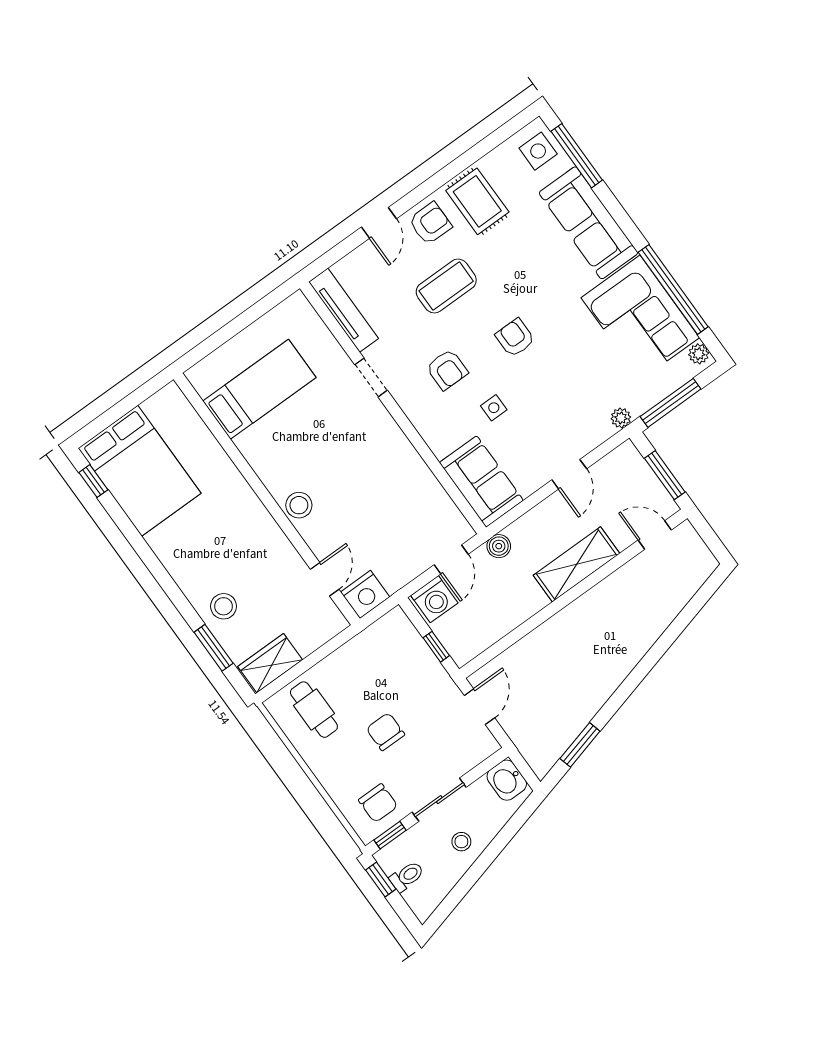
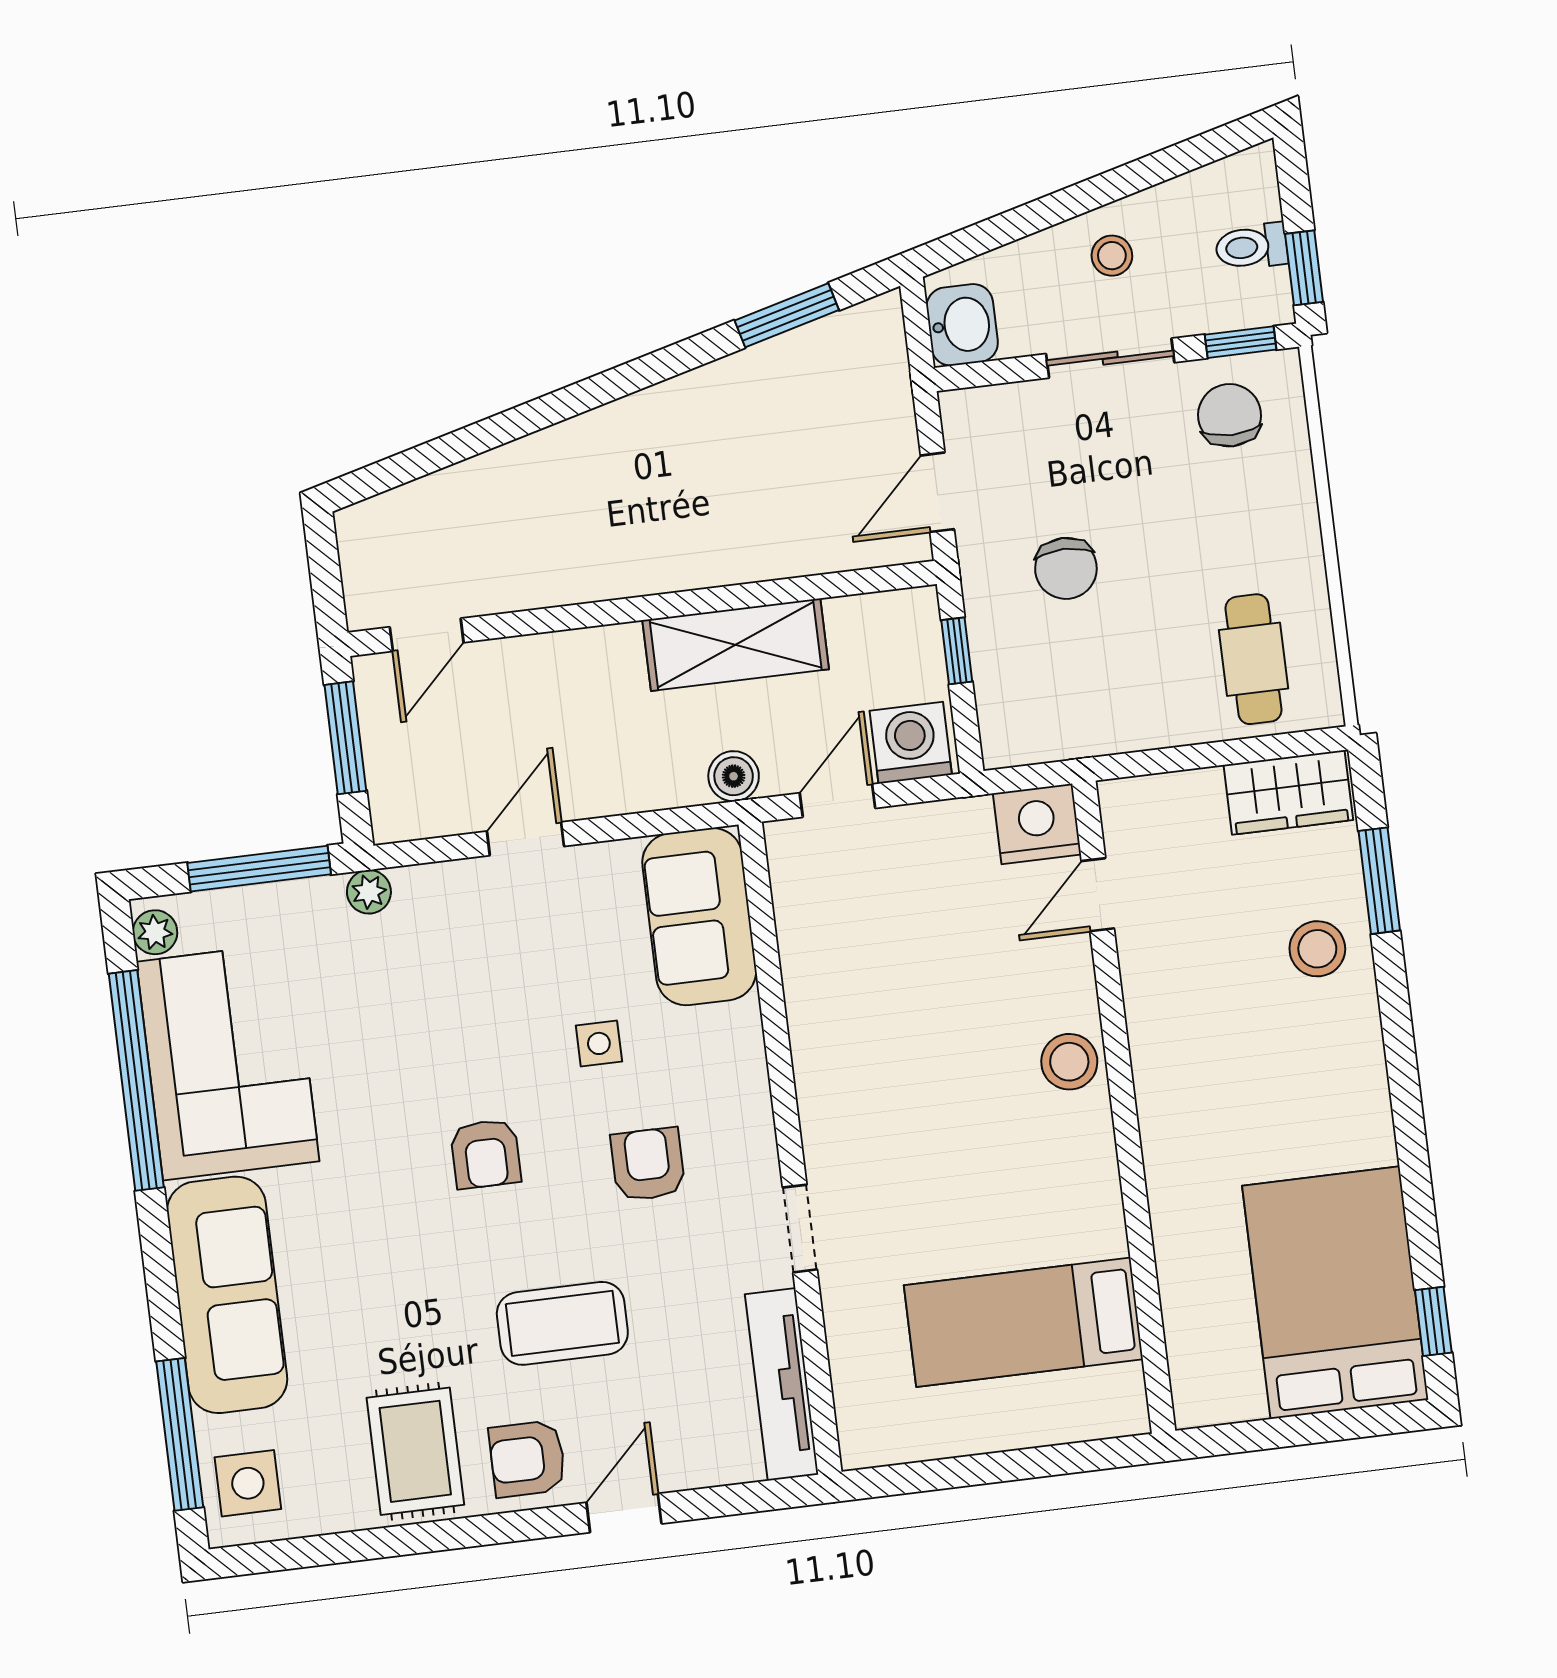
door: (655, 535) -> (427, 635), hinge flipped
shelving: (576, 564) -> (736, 645), moved
chair: (385, 732) -> (1066, 568), moved

